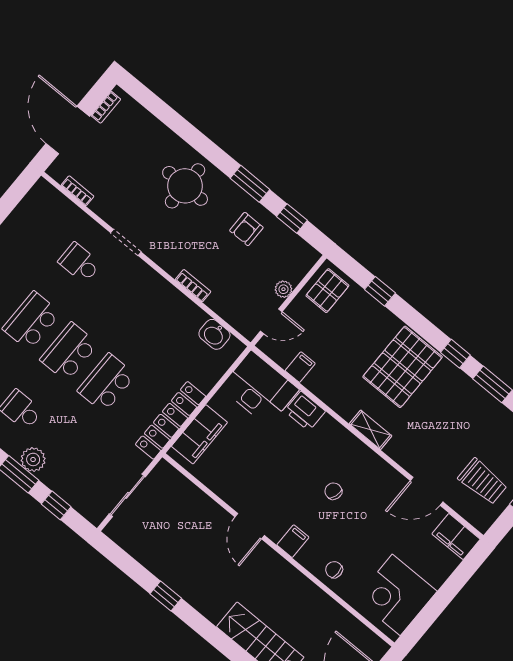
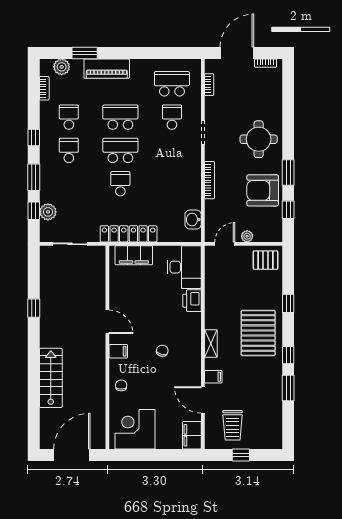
armchair: (246, 229) -> (263, 190), width x1.88, depth x1.88
school desk: (42, 232) -> (172, 84), added
bookcase: (193, 286) -> (209, 180), width x1.56
window: (380, 291) -> (288, 303), moved
door: (271, 321) -> (225, 244), swing flipped
filing cabinet: (300, 367) -> (213, 377), moved
pallet: (403, 367) -> (258, 333), turned 90
school desk: (106, 383) -> (120, 184), width x0.54
plant: (33, 459) -> (48, 212), moved
door: (250, 526) -> (107, 322), swing flipped

